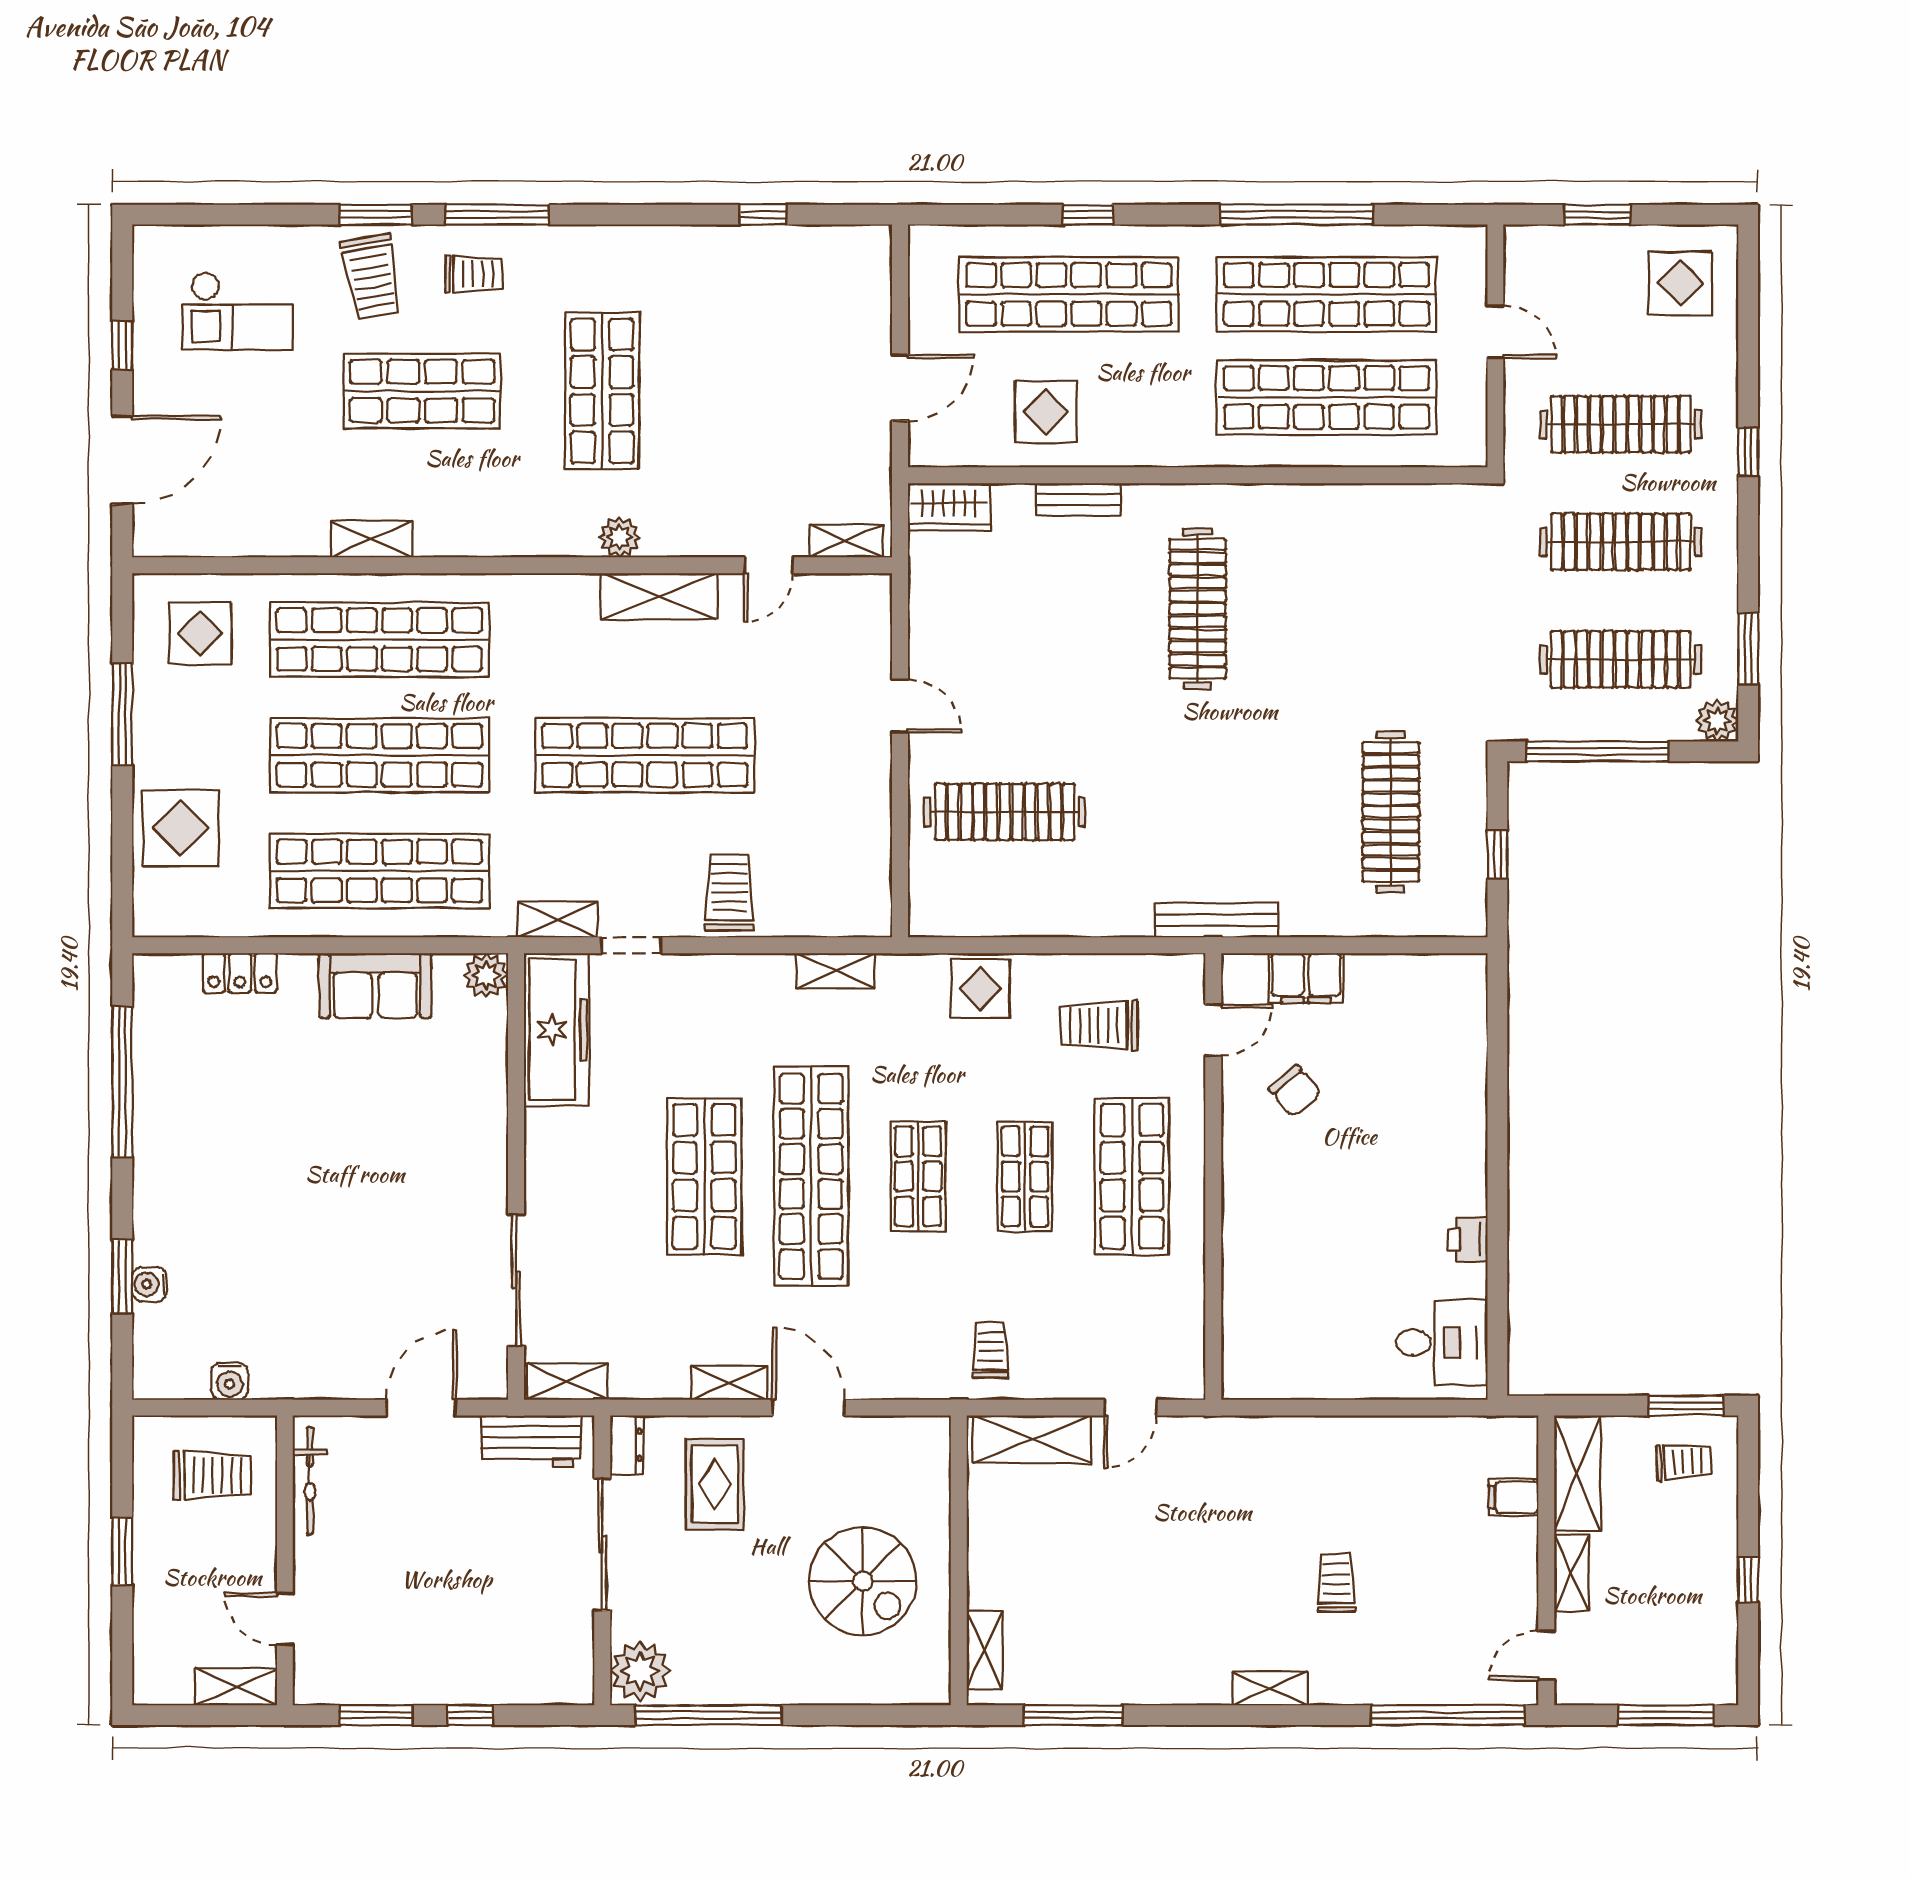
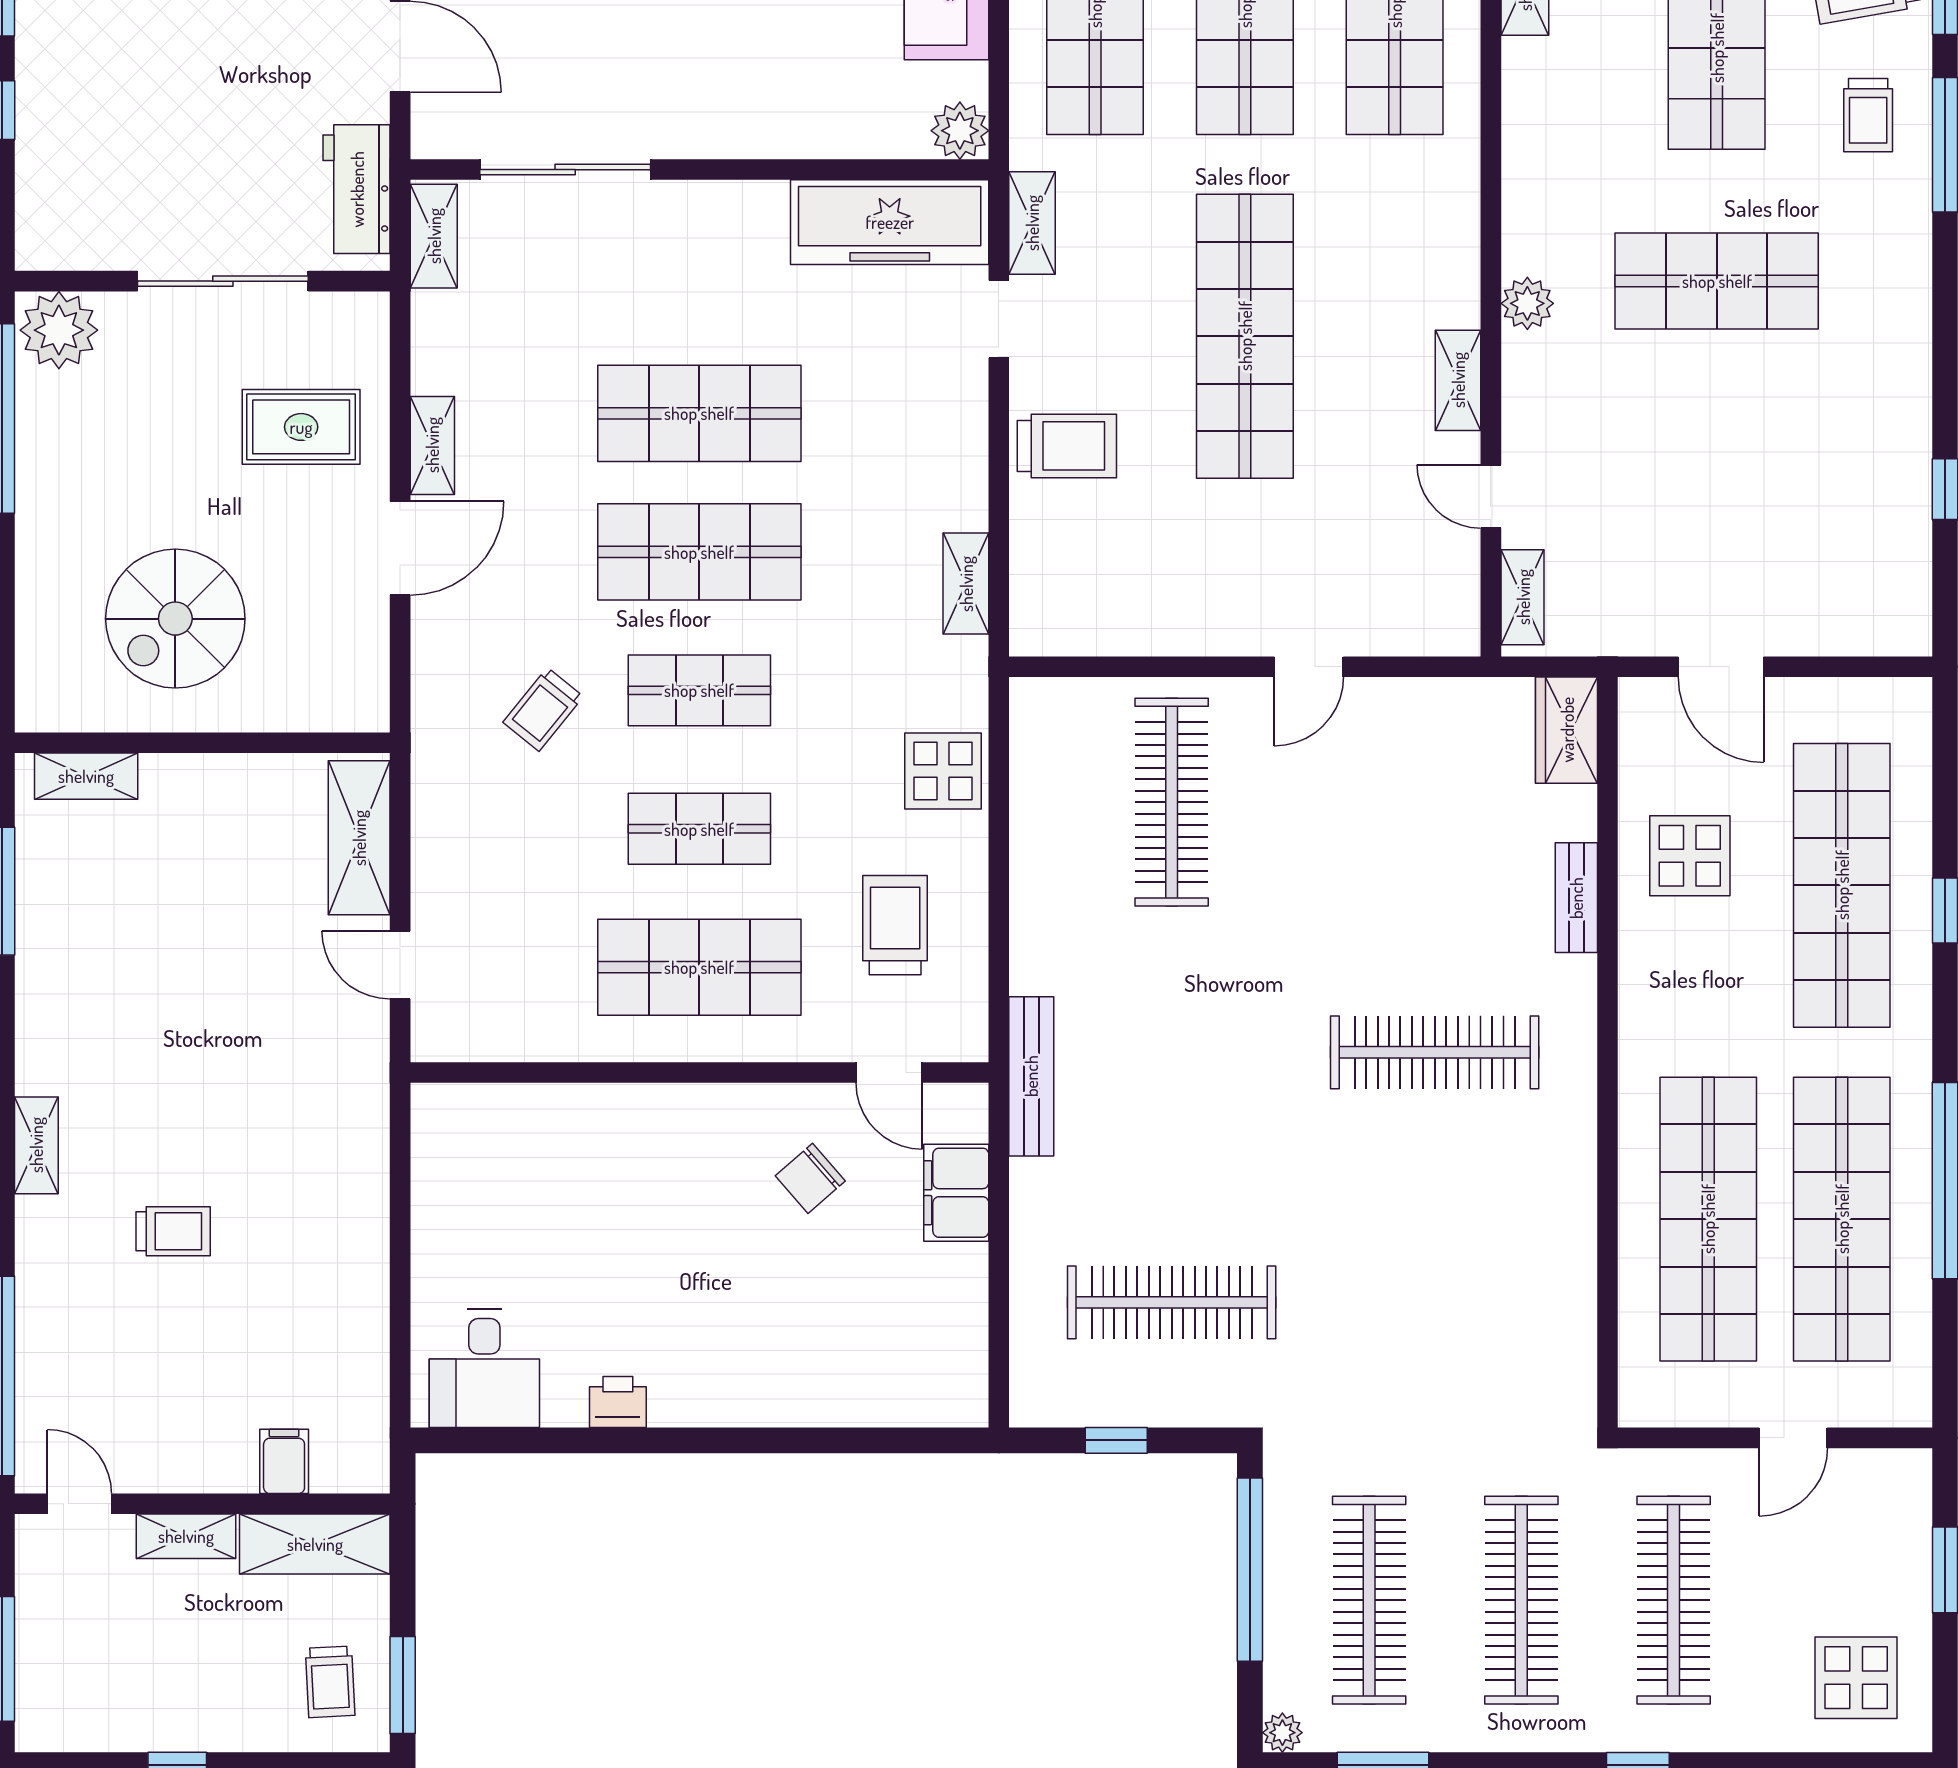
shelving: (659, 596) -> (1458, 380), width x0.67, depth x0.75
plant: (1717, 721) -> (1282, 1733), width x0.73, depth x0.73
shop shelf: (811, 1176) -> (699, 552), width x0.71
trolley: (990, 1350) -> (543, 709), moved, turned 129
dresser: (627, 1445) -> (352, 313), removed

